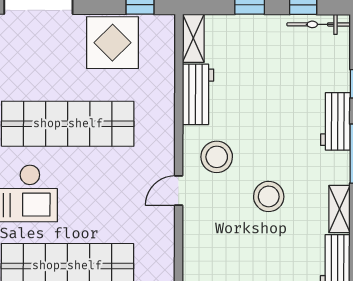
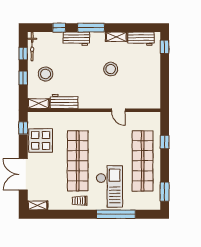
stool: (217, 157) -> (46, 74), moved
door: (179, 191) -> (118, 110), moved

